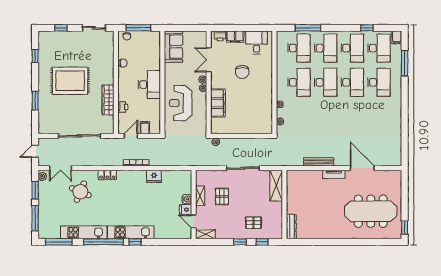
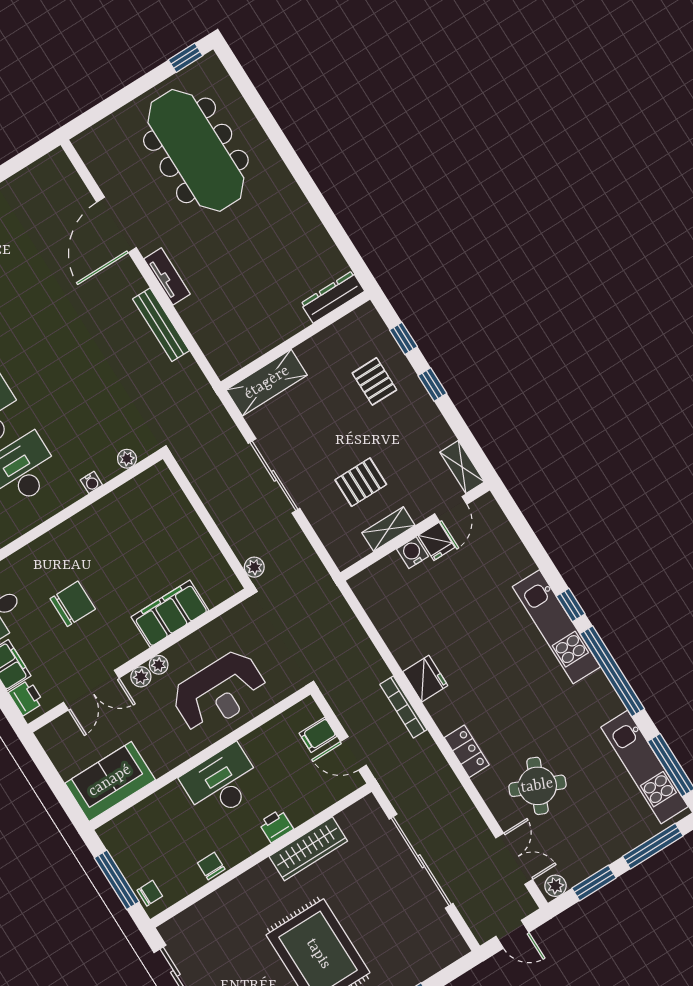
printer: (123, 107) -> (276, 826), moved
fridge: (154, 176) -> (425, 679), moved
kitchen unit: (84, 232) -> (644, 767), moved

